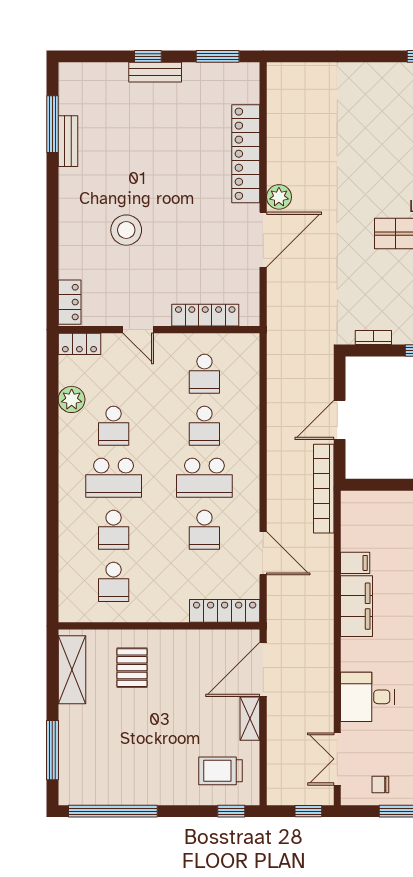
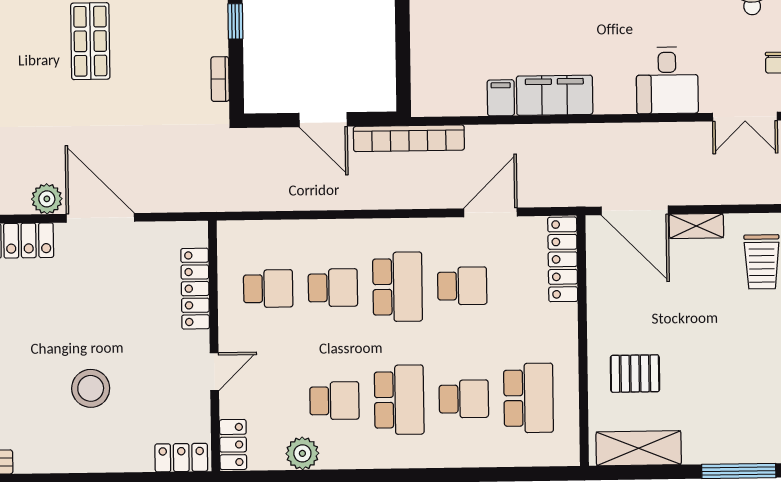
school desk: (114, 582) -> (529, 398), width x1.85

